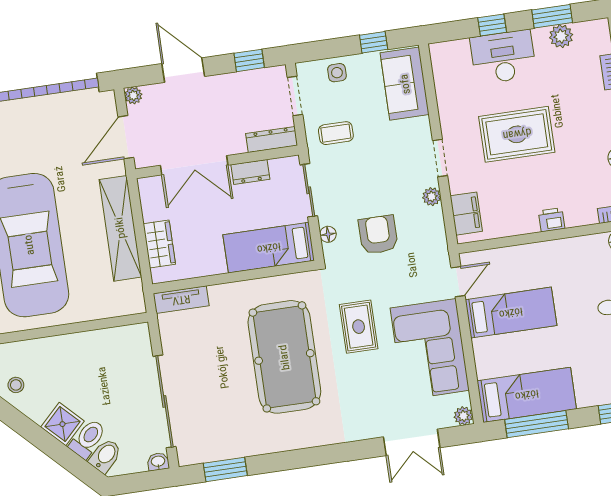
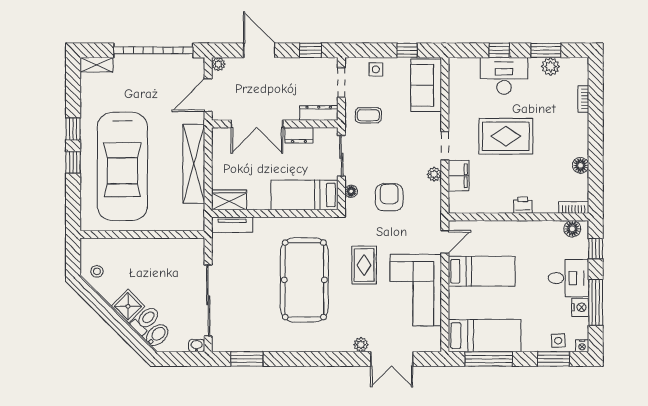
filing cabinet: (466, 214) -> (459, 176), moved
wardrobe: (159, 244) -> (229, 200), moved, turned -90
plant: (463, 416) -> (361, 345), moved

